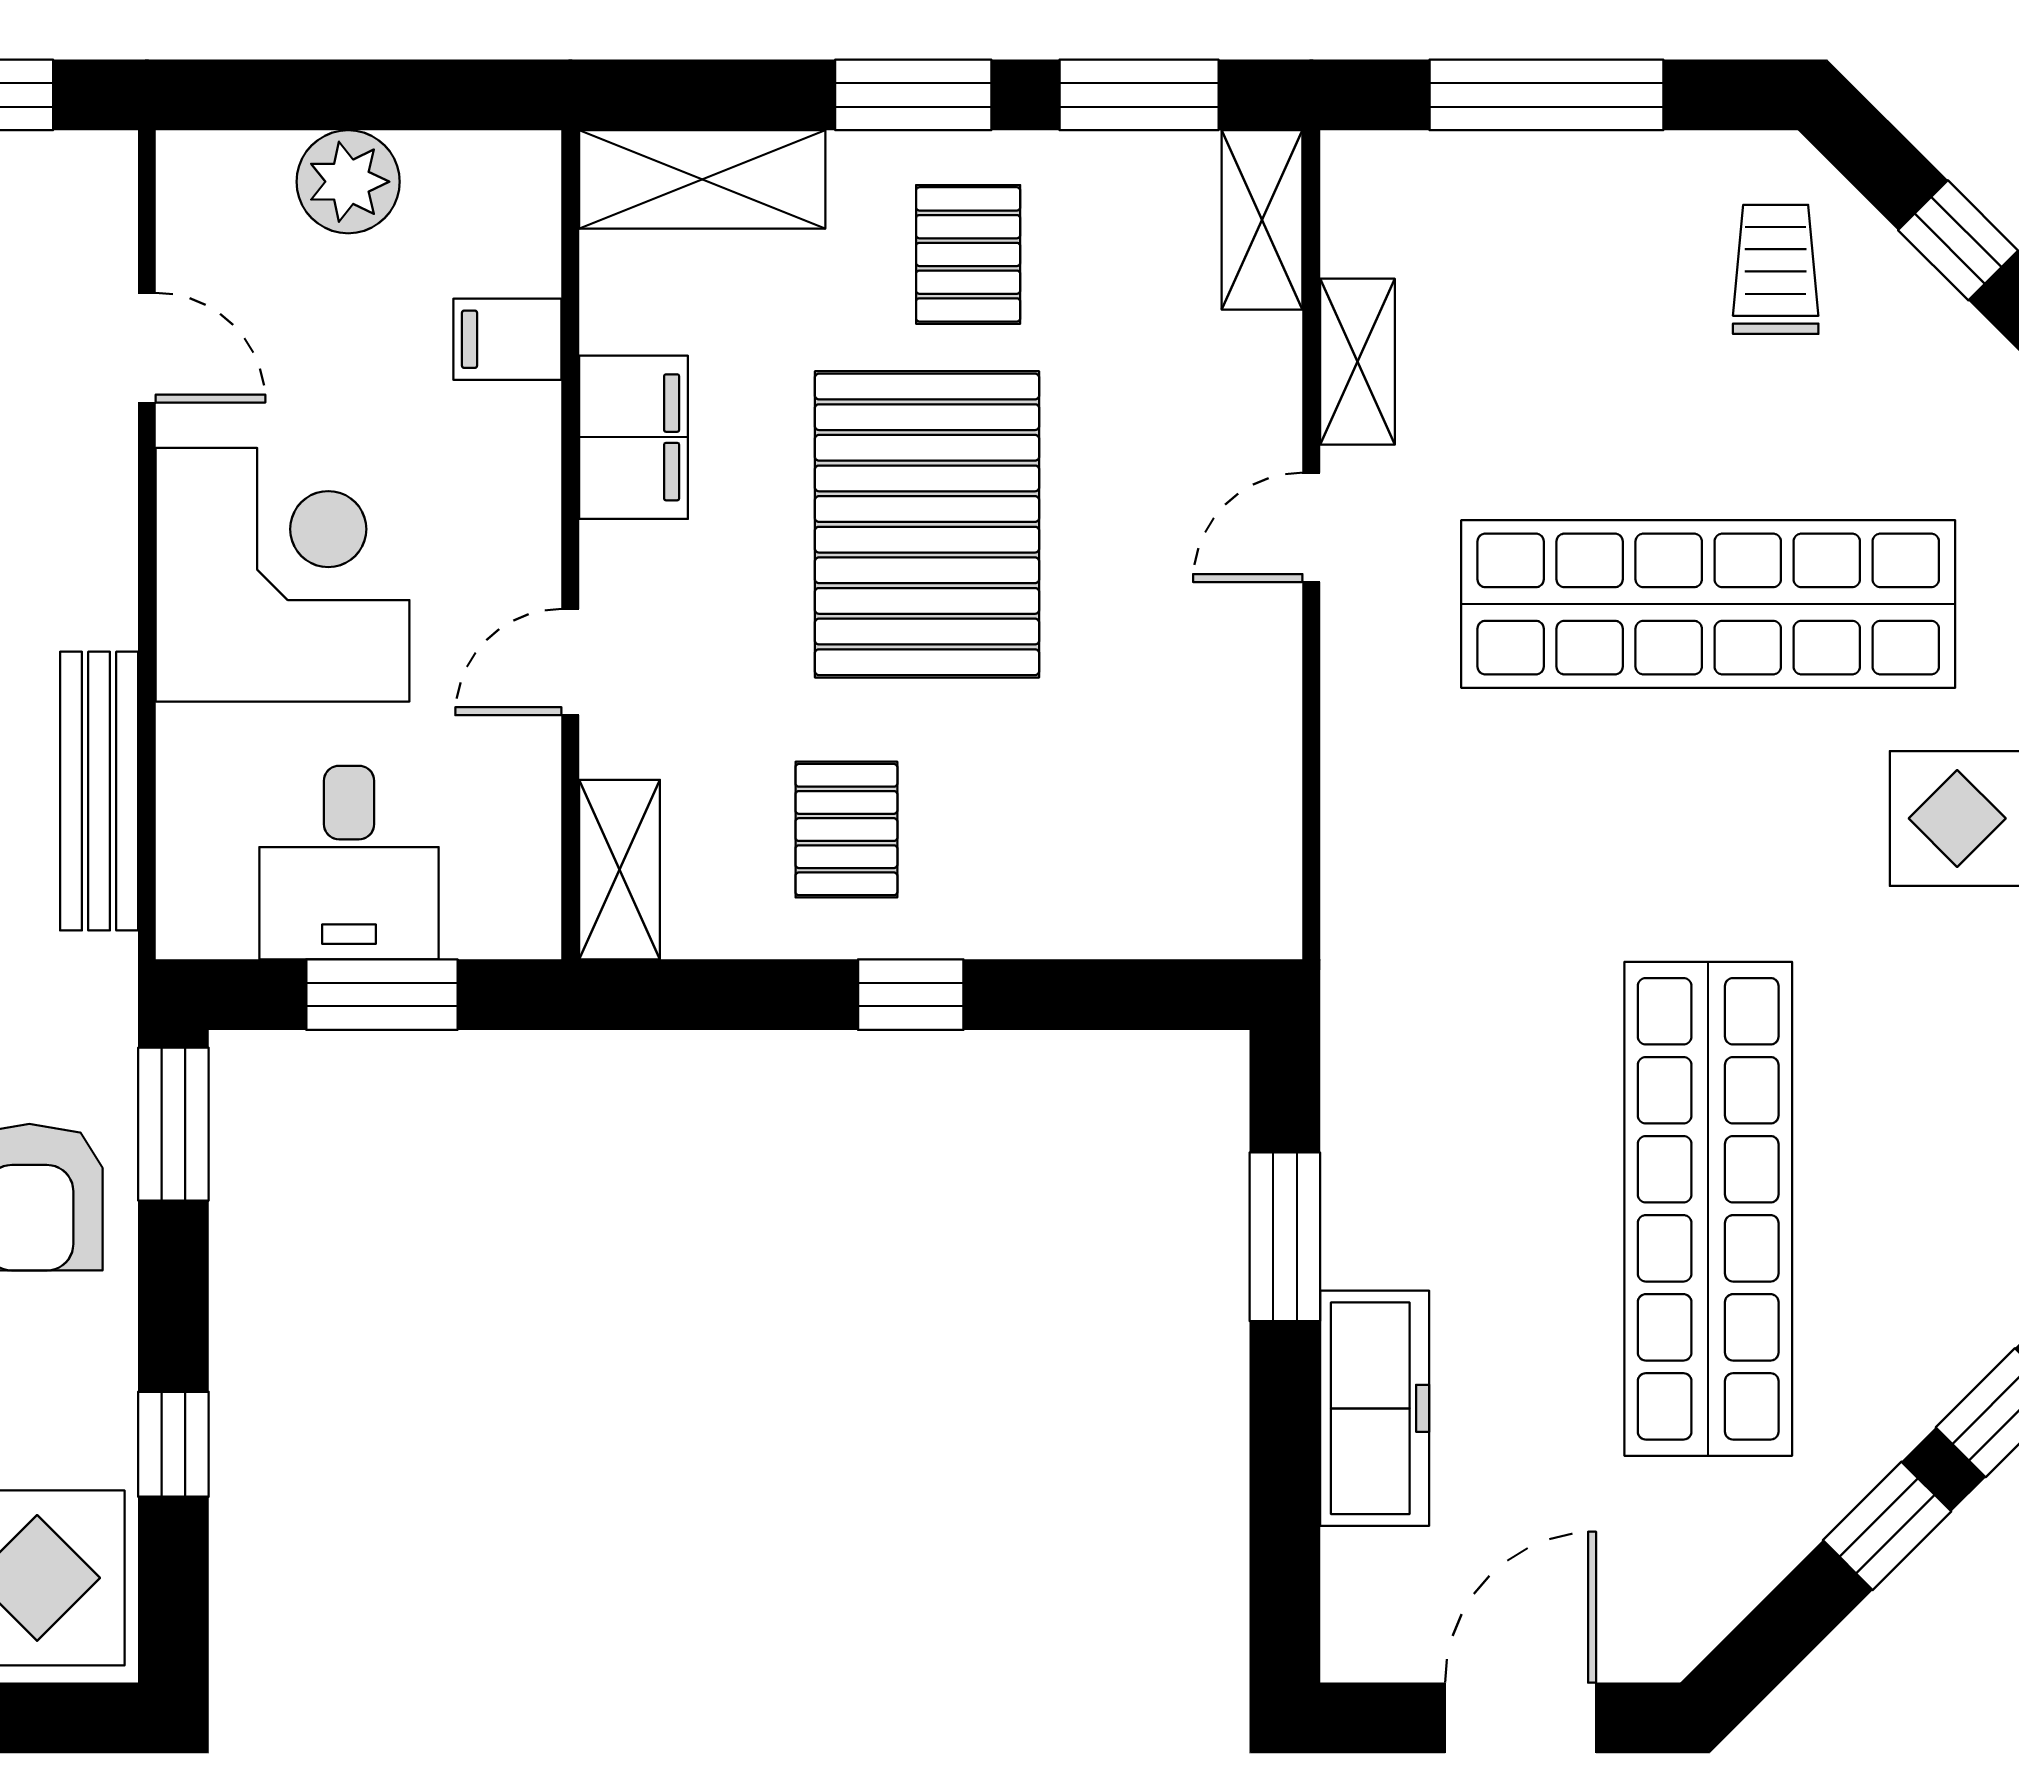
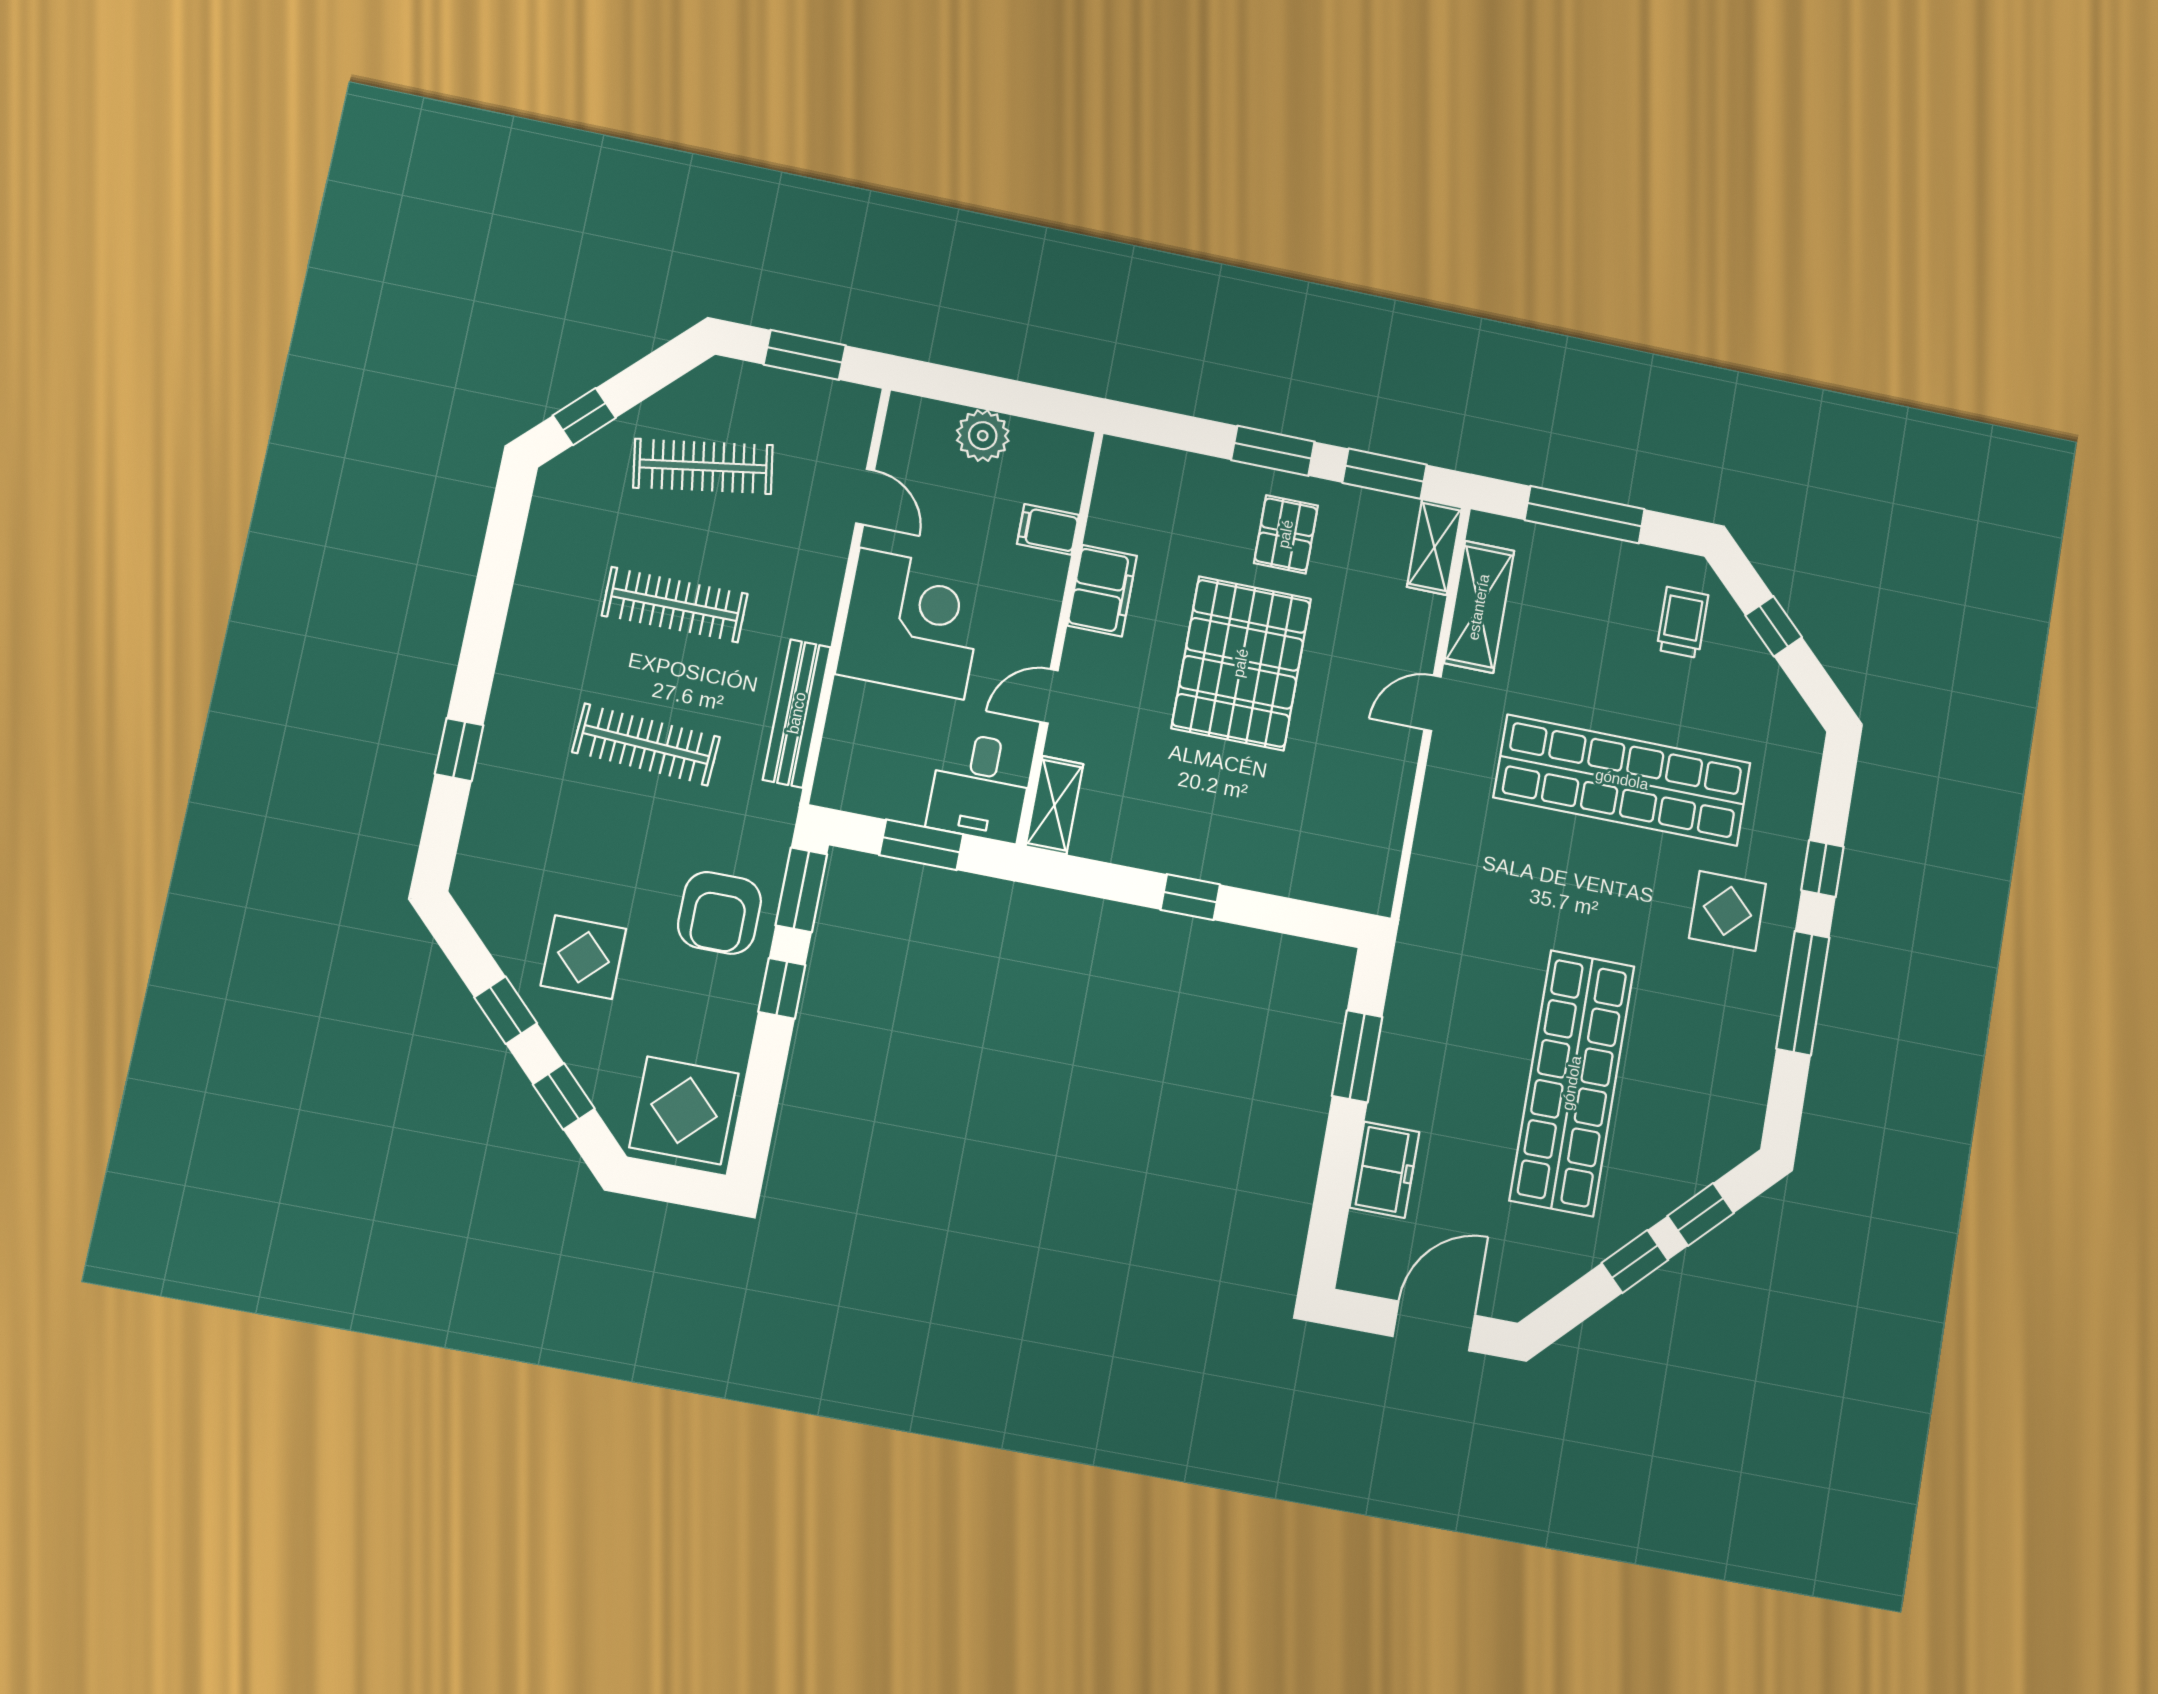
shelving: (702, 179) -> (1160, 471), removed
shelving: (1357, 362) -> (1479, 607), width x1.50, depth x1.33
pallet: (846, 830) -> (1173, 808), removed
desk: (349, 863) -> (980, 787), moved
freezer: (1375, 1408) -> (1384, 1170), width x0.71
window: (173, 1444) -> (782, 988), moved

